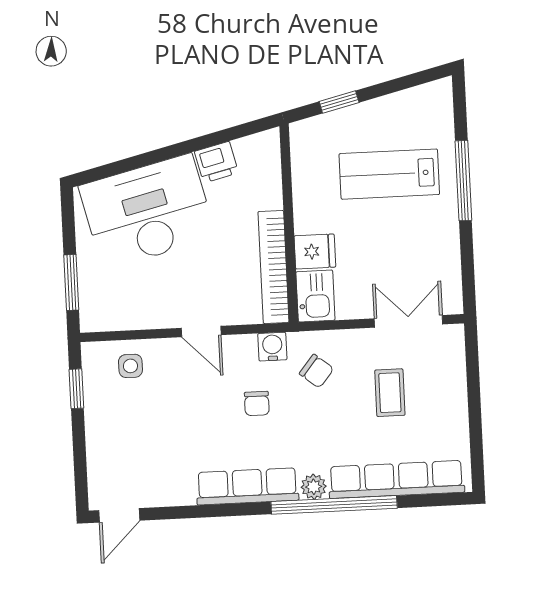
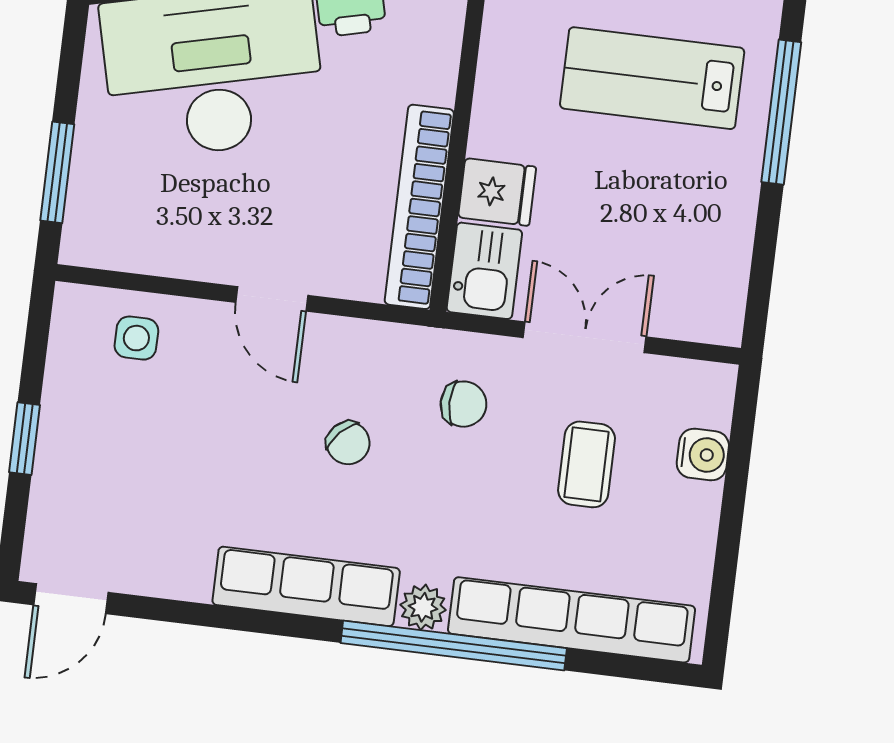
double door: (408, 321) -> (585, 337), moved
water cooler: (272, 347) -> (703, 455), moved, turned 90
chair: (317, 371) -> (463, 404), turned -39
window: (76, 389) -> (25, 439), moved
chair: (257, 404) -> (348, 443), turned -46

